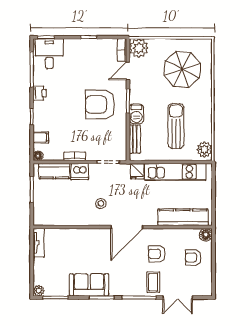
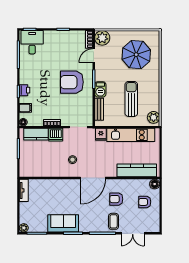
printer: (40, 93) -> (25, 90), moved

